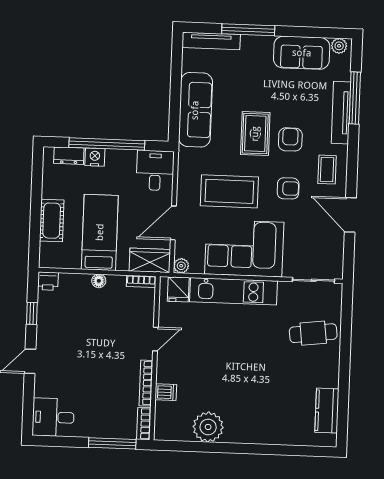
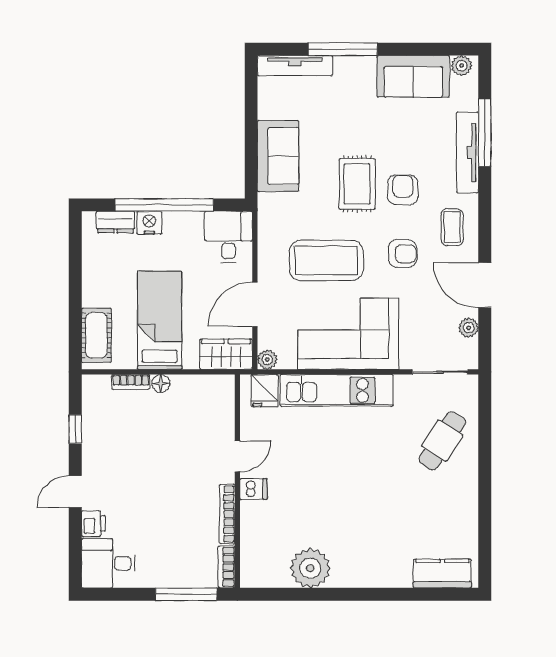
sofa: (195, 110) -> (278, 156), width x0.73
cot: (52, 221) -> (96, 335), moved
plant: (337, 247) -> (469, 328), added
printer: (48, 281) -> (93, 524), moved, turned -90
bookcase: (141, 281) -> (131, 382), moved
cafe table: (313, 333) -> (442, 441), turned -50
dishwasher: (166, 392) -> (253, 489), moved
kitchen counter: (327, 411) -> (442, 574), moved, turned 90

